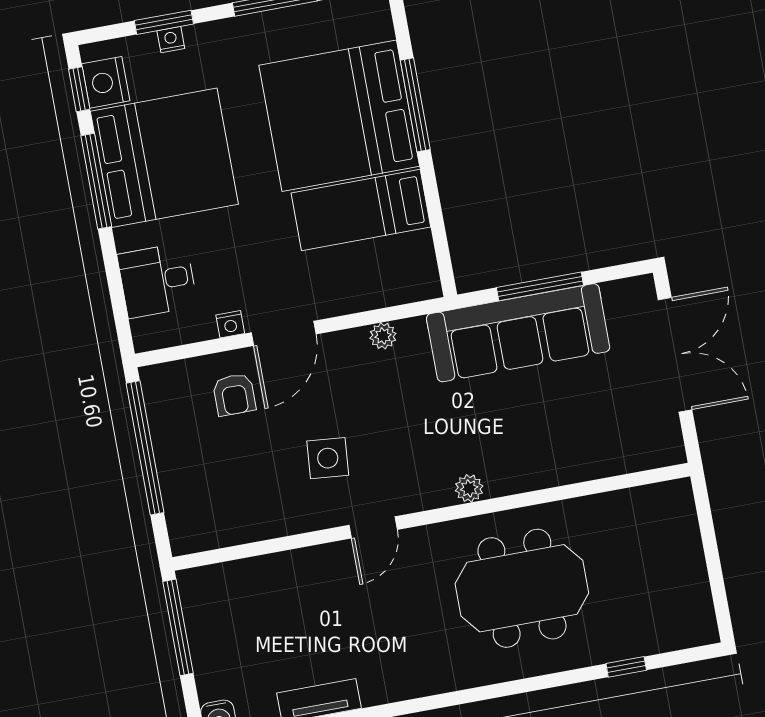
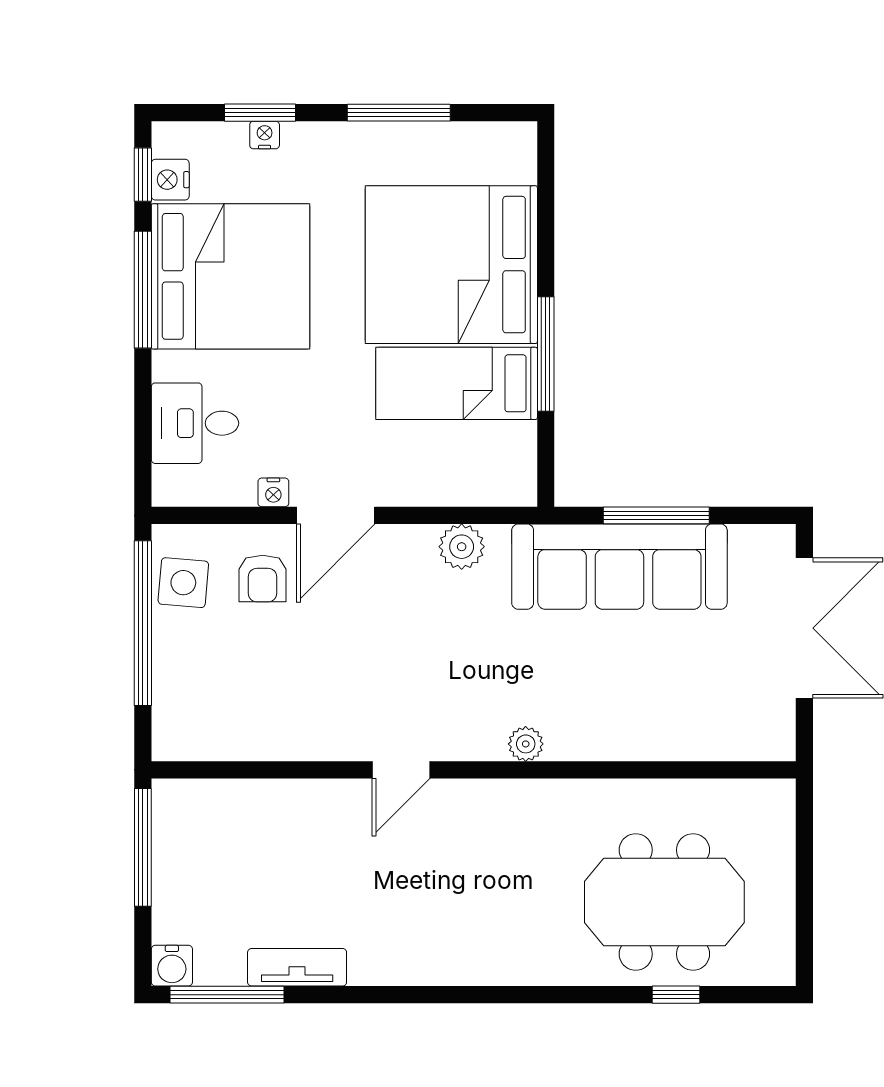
nightstand: (106, 82) -> (170, 180), width x0.74, depth x0.75
window: (415, 105) -> (546, 354), moved
plant: (383, 336) -> (462, 547), width x1.38, depth x1.38
side table: (328, 458) -> (183, 583), moved
meeting table: (522, 588) -> (664, 902), moved

